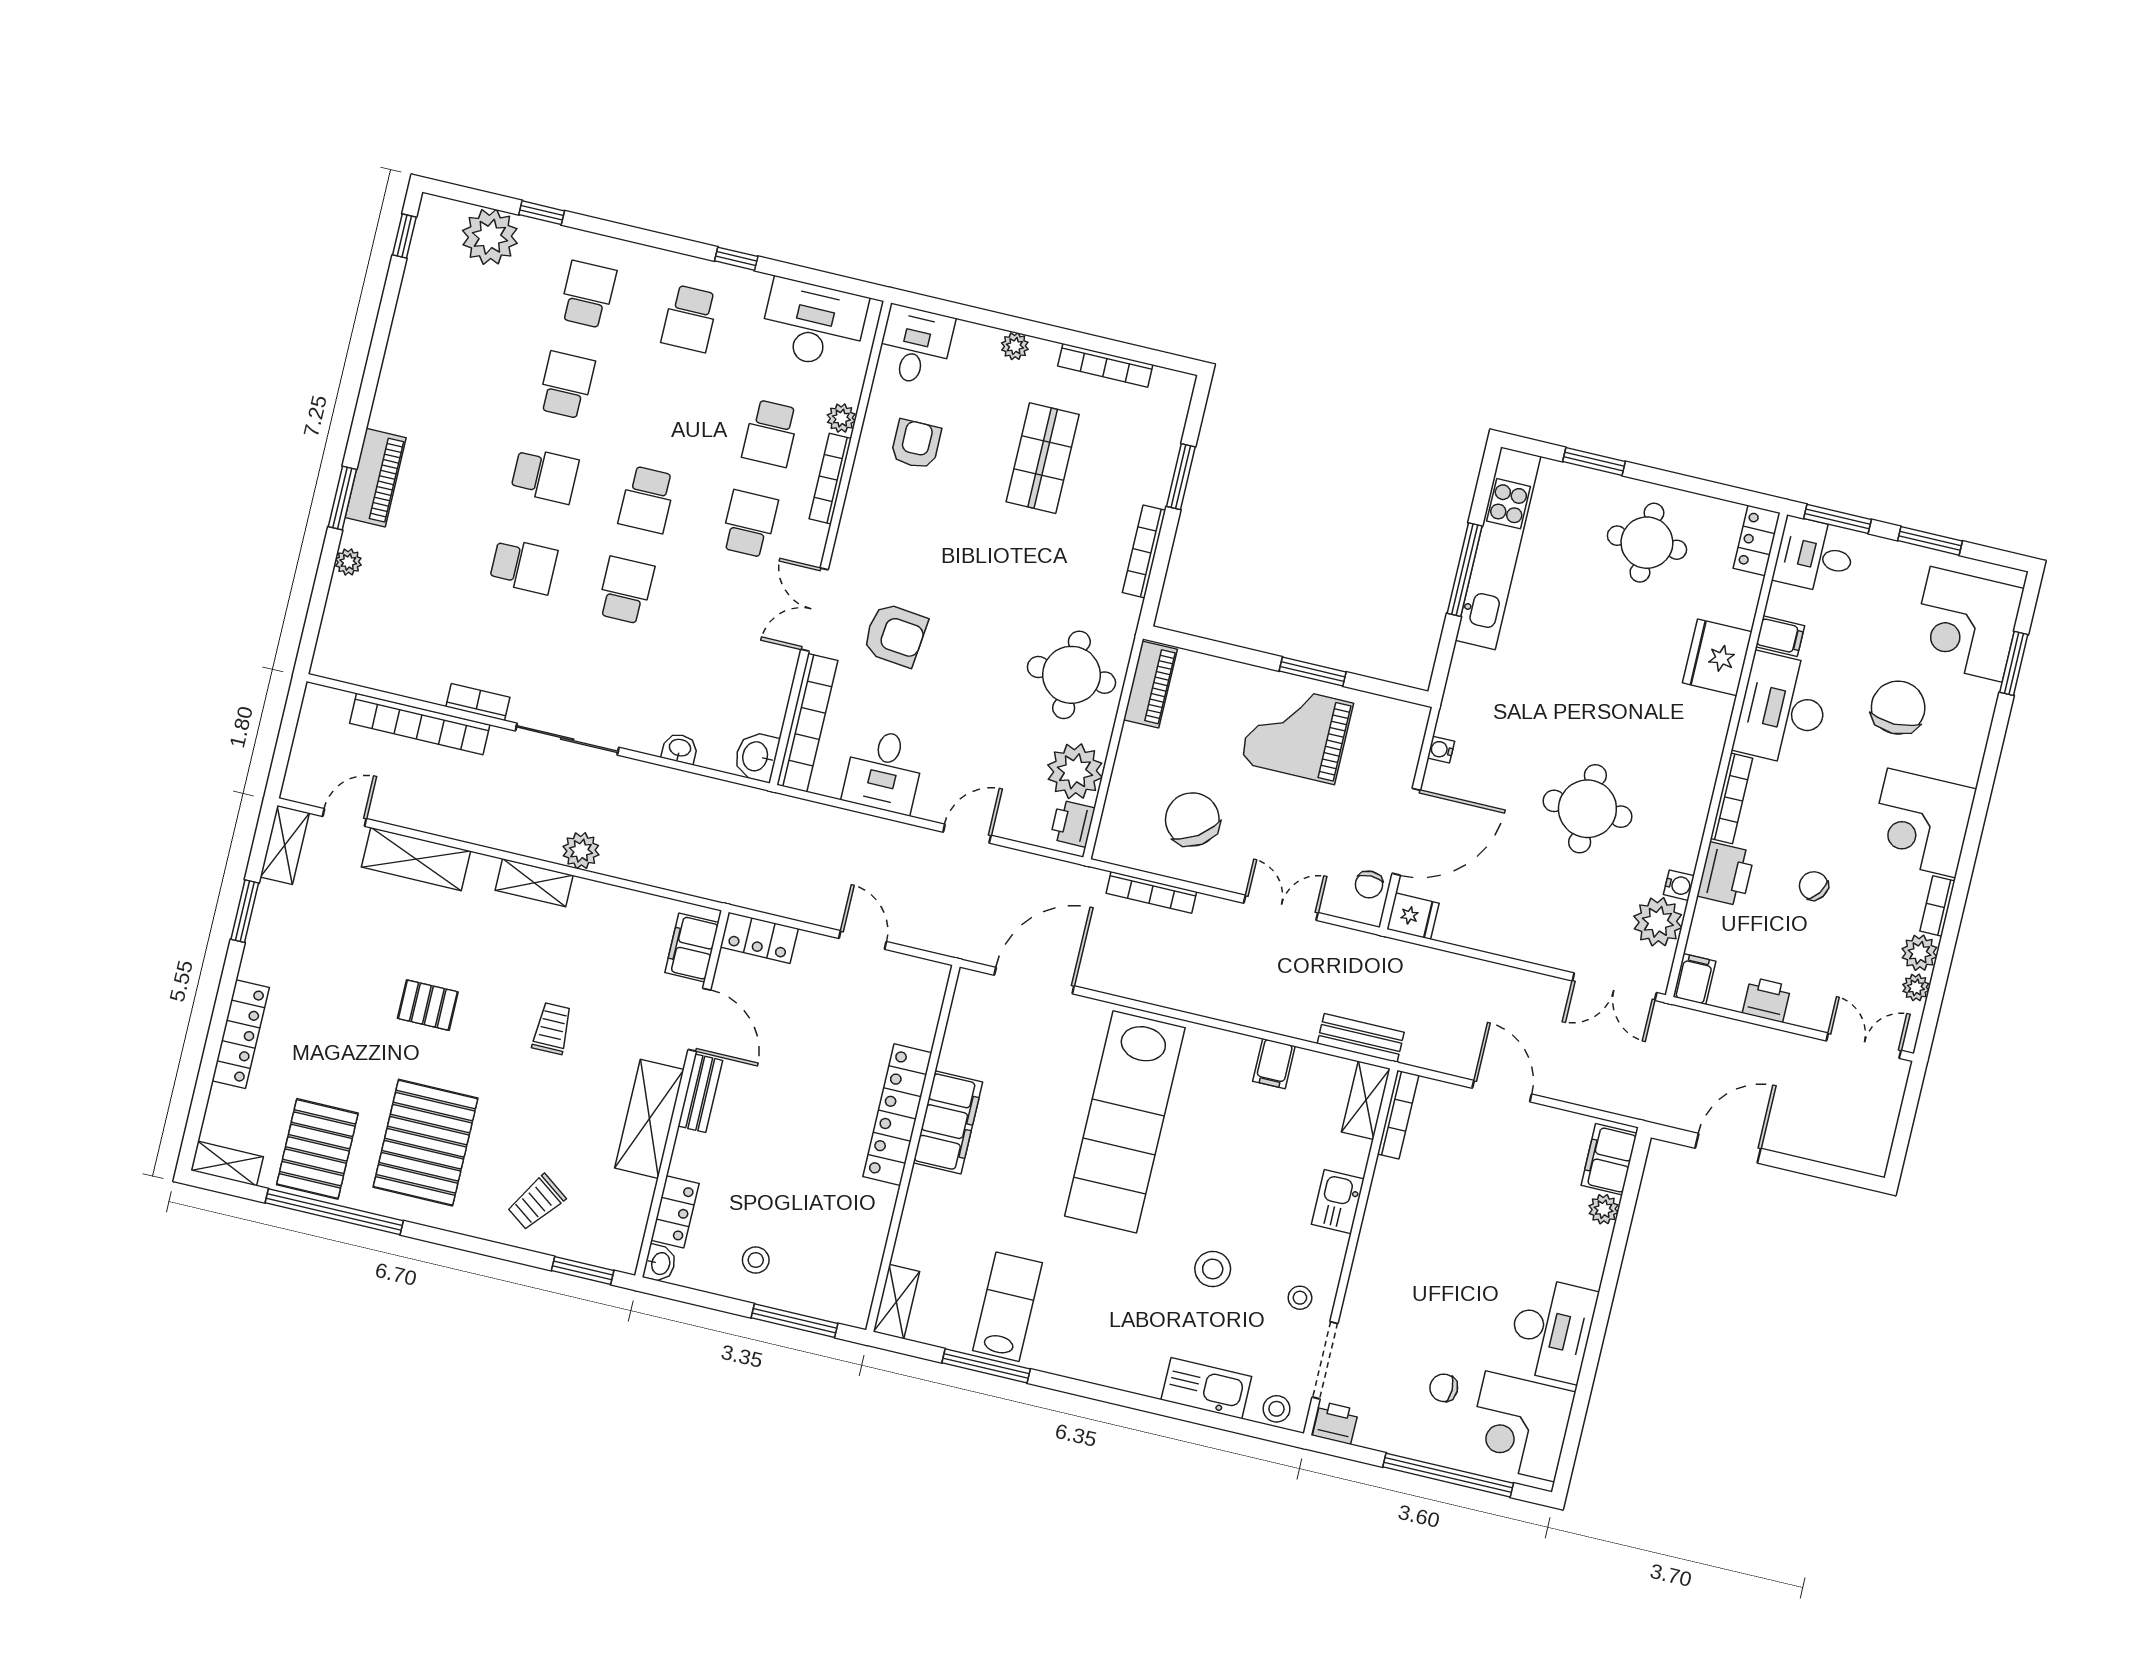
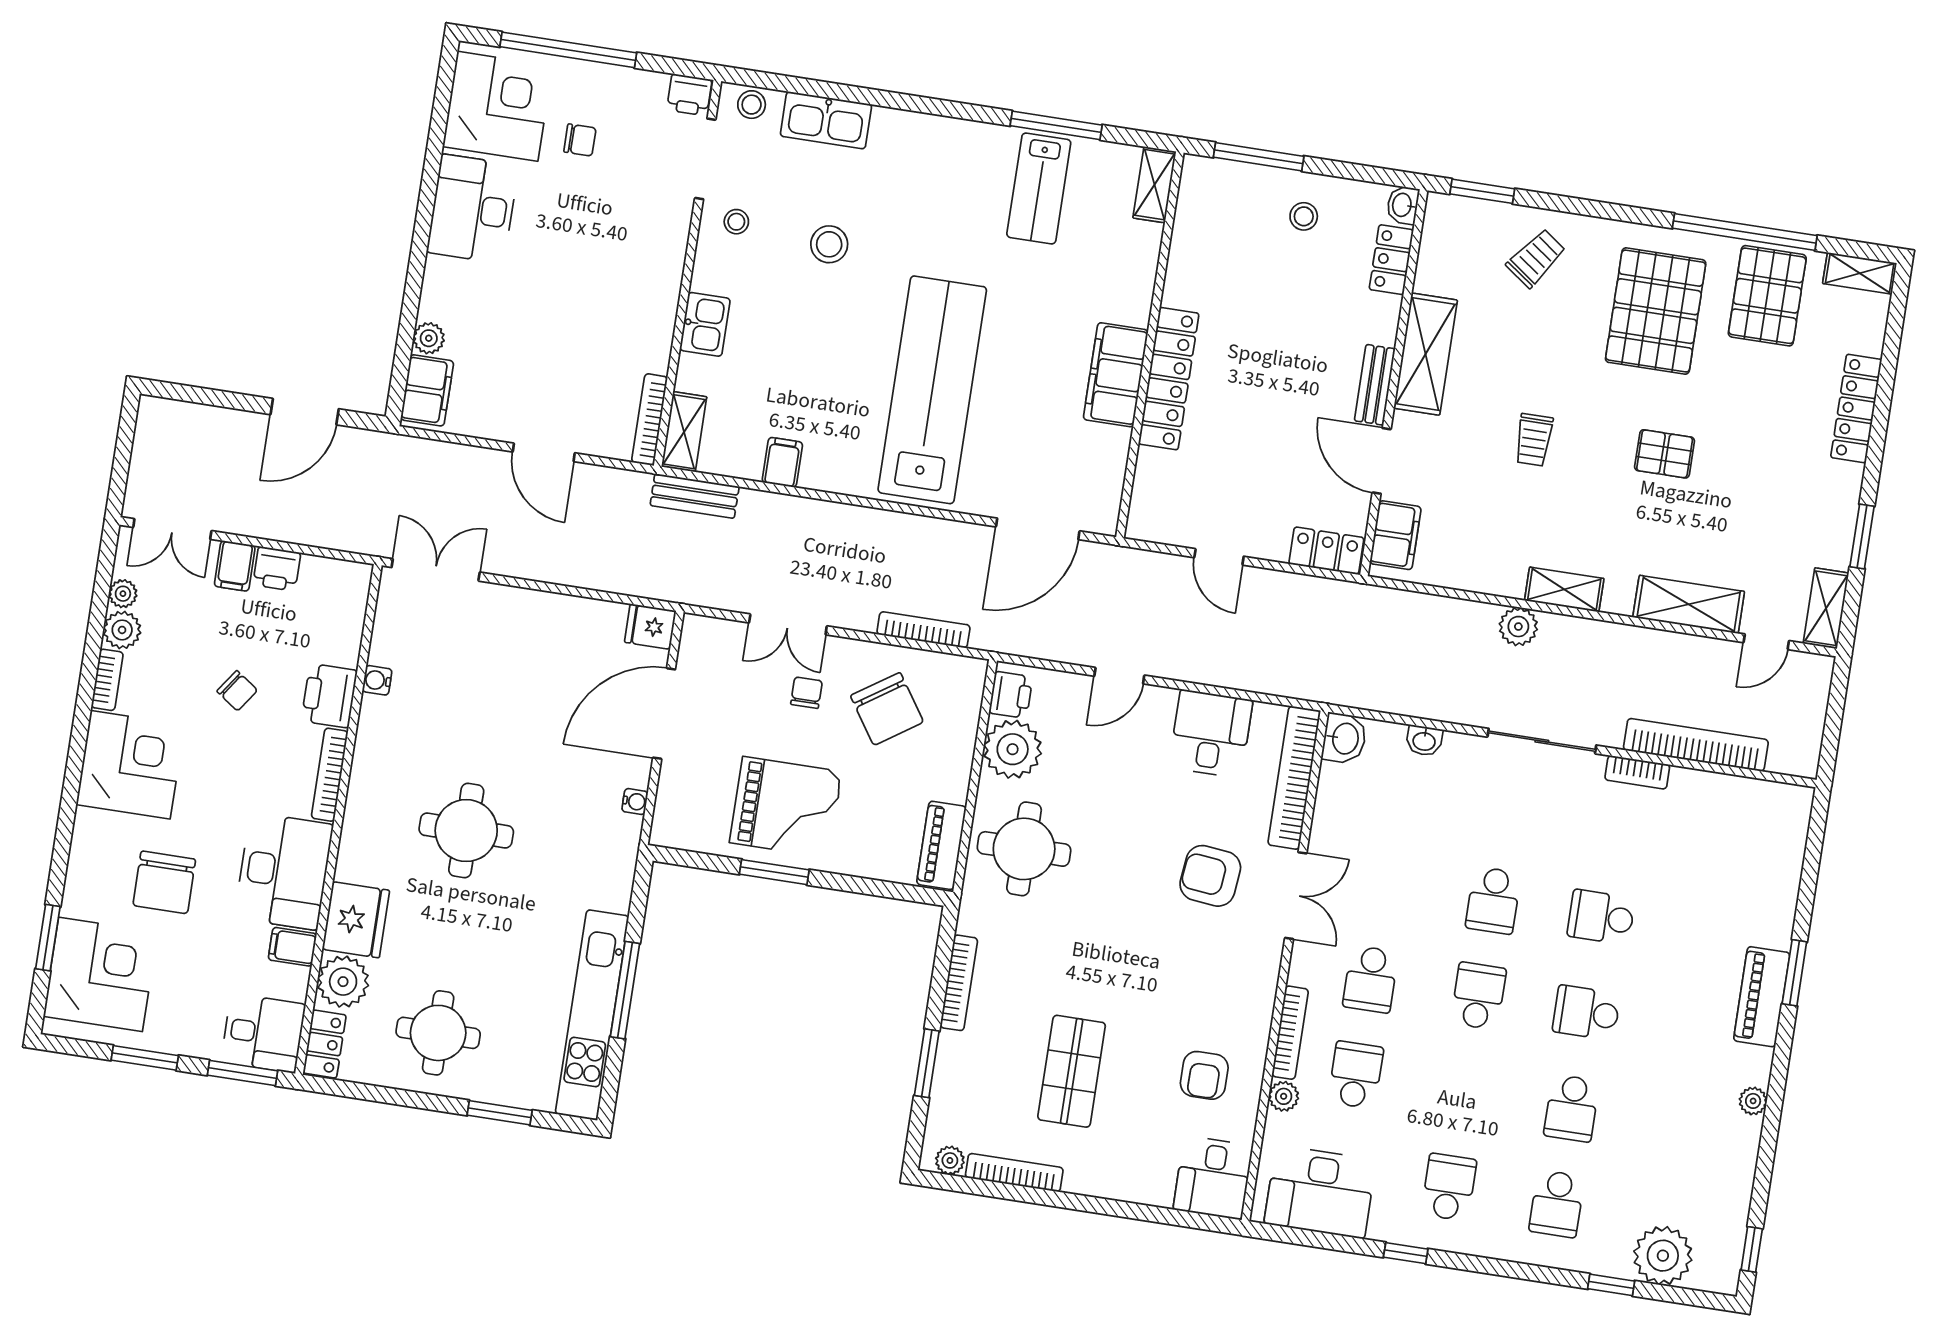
plant: (1015, 346) -> (950, 1160), moved
plant: (348, 562) -> (1753, 1101), moved
round table: (1587, 809) -> (466, 831), moved
chair: (1369, 885) -> (806, 693), moved
plant: (1658, 922) -> (343, 982), moved
filing cabinet: (1694, 979) -> (235, 566), moved

